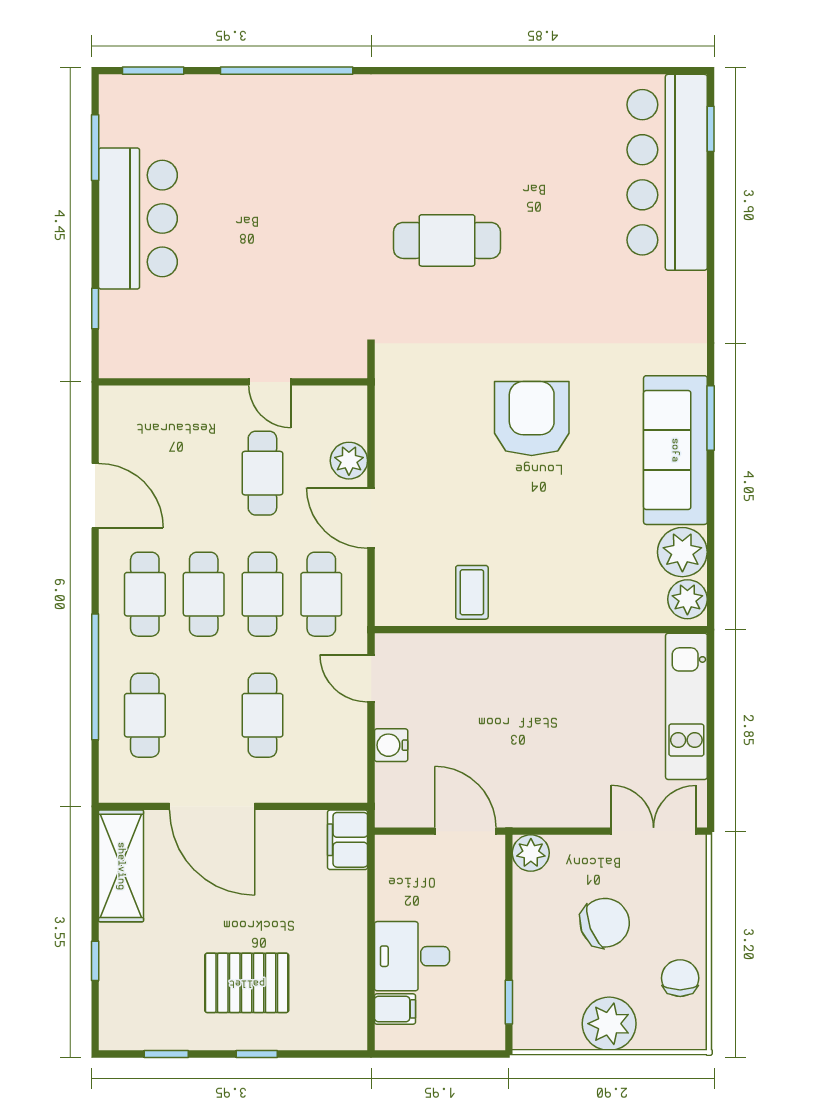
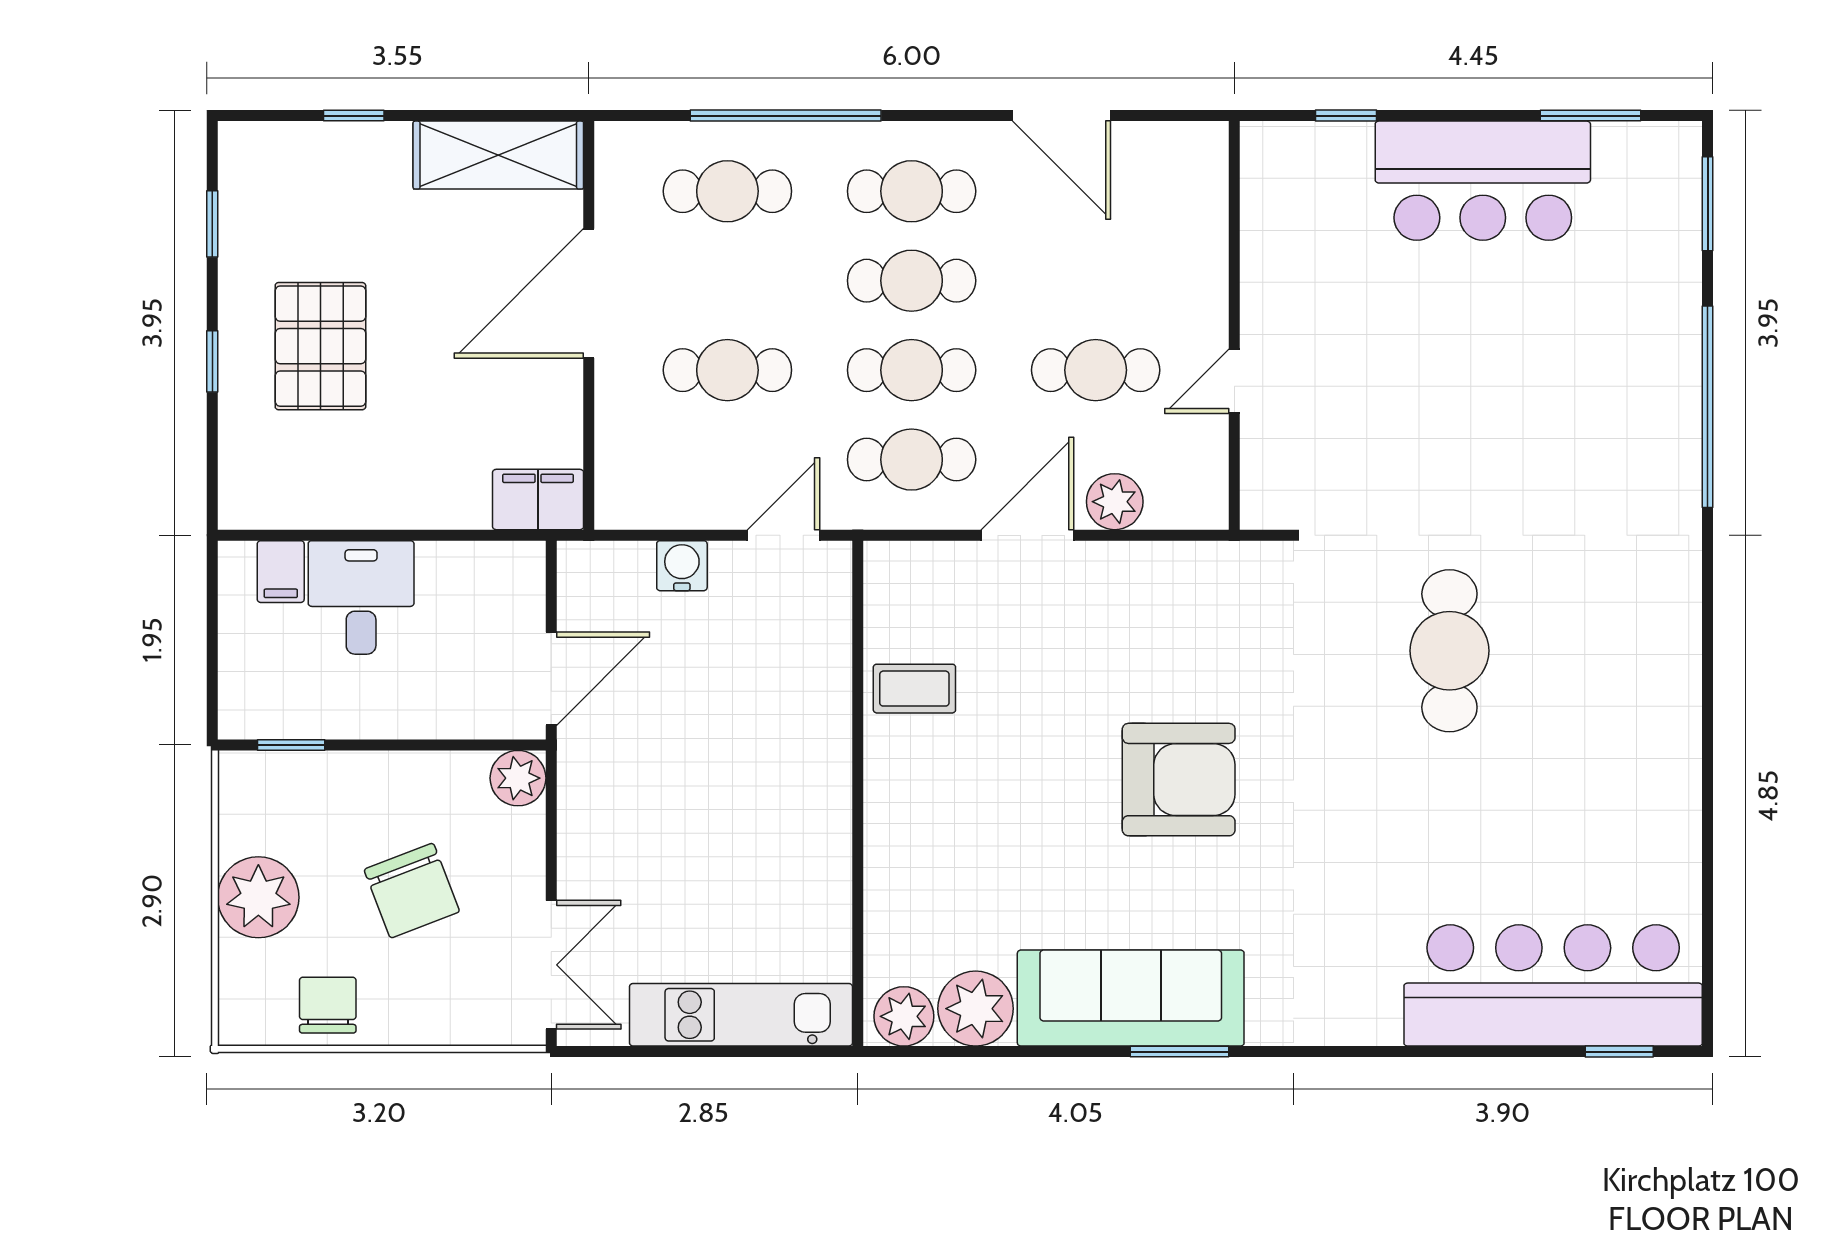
door: (95, 496) -> (1061, 116), hinge flipped
chair: (680, 978) -> (328, 1005), turned -90

